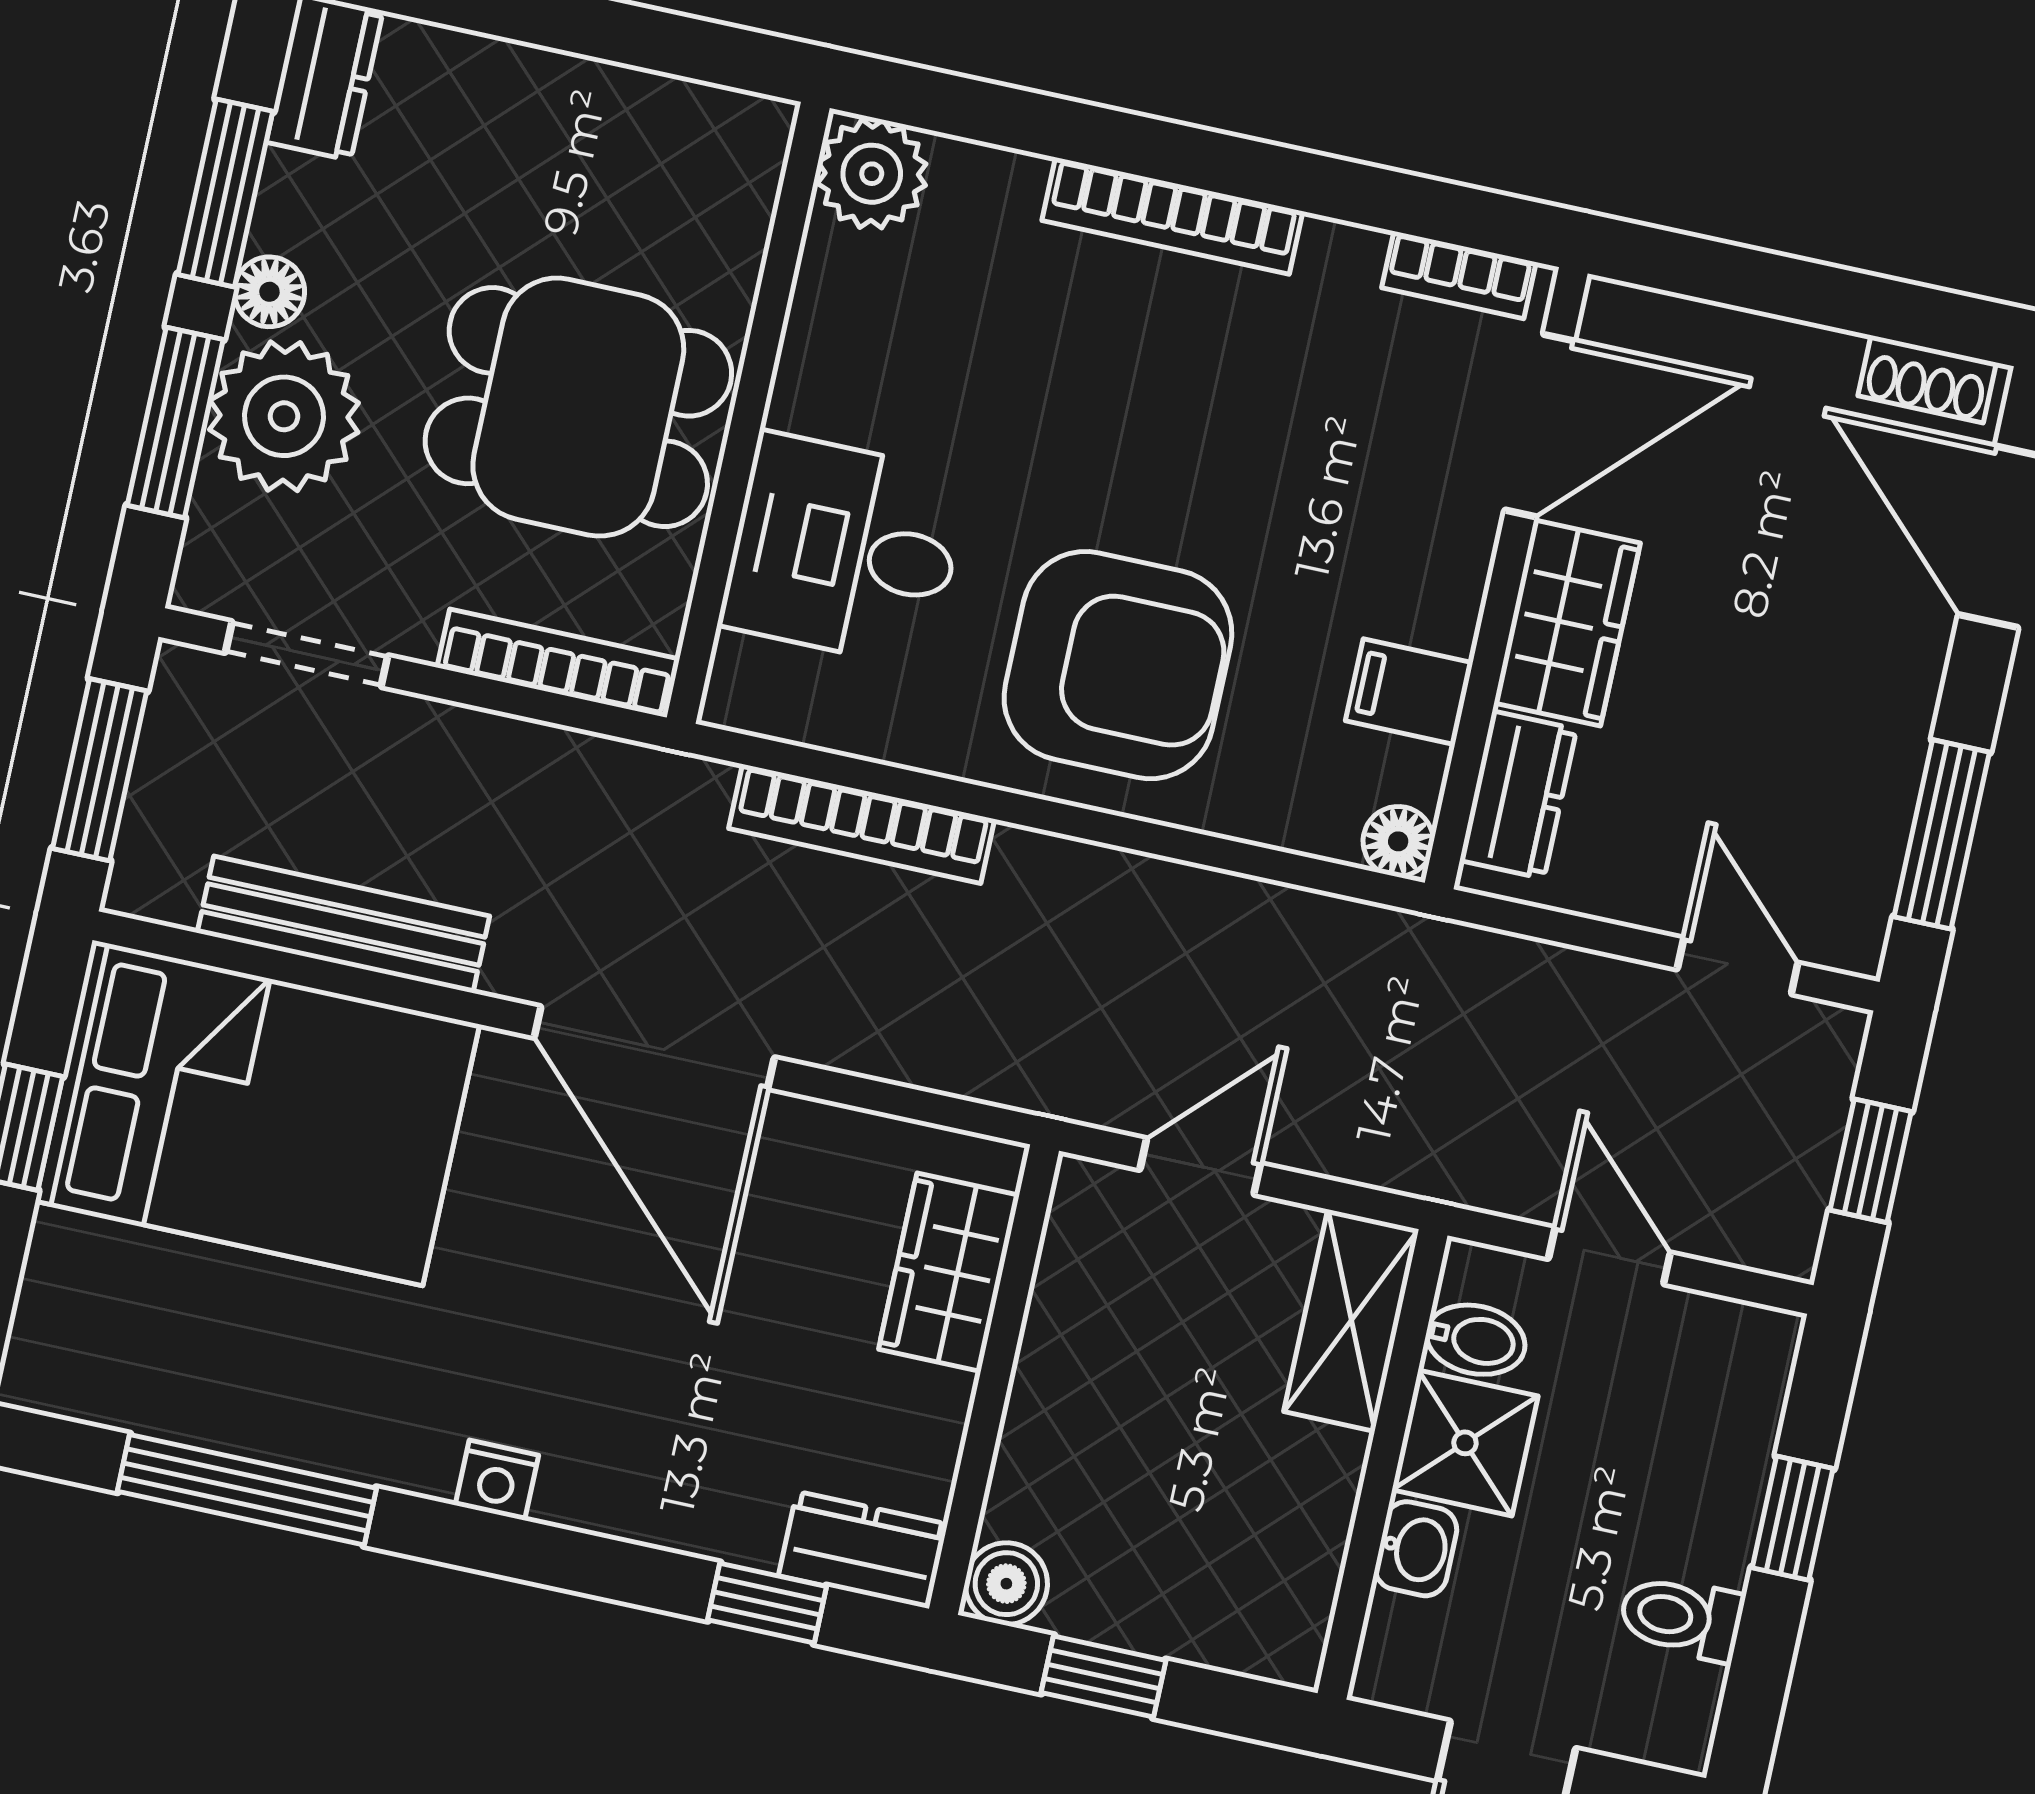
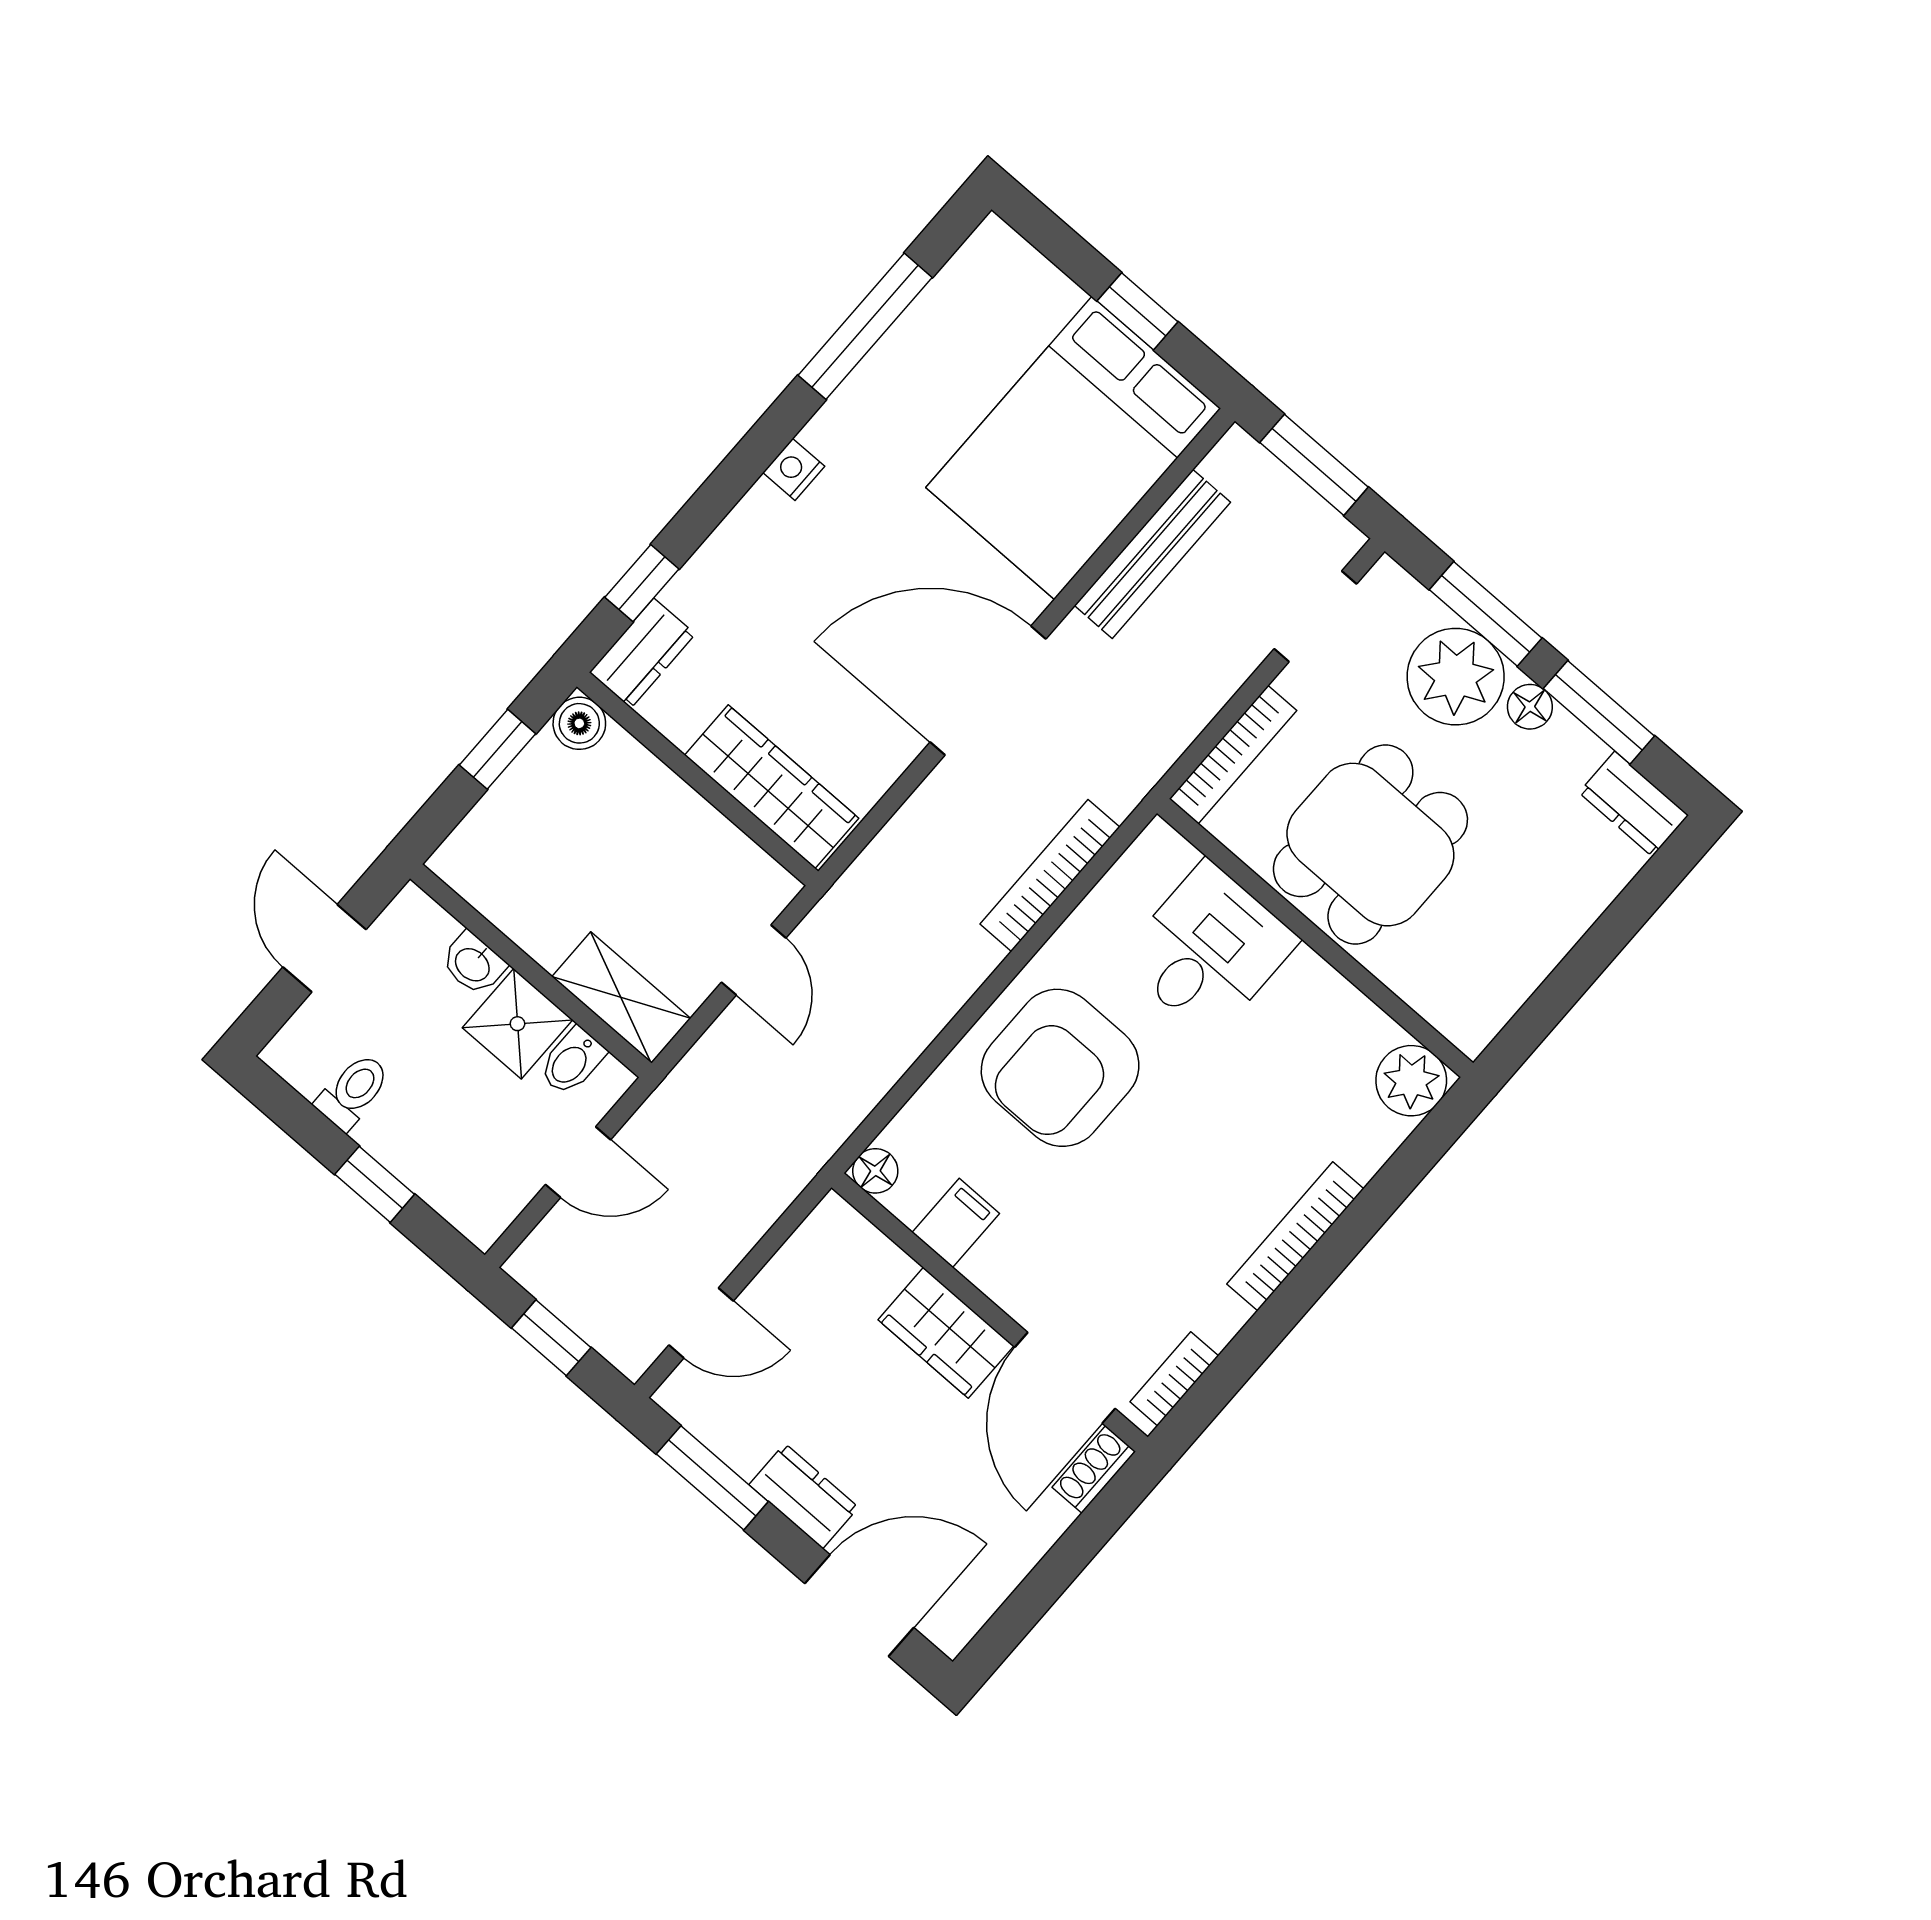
shoe rack: (1927, 379) -> (1094, 1469), moved
dresser: (1518, 795) -> (804, 1496), moved, turned 180
wardrobe: (949, 1272) -> (772, 787), width x1.50

